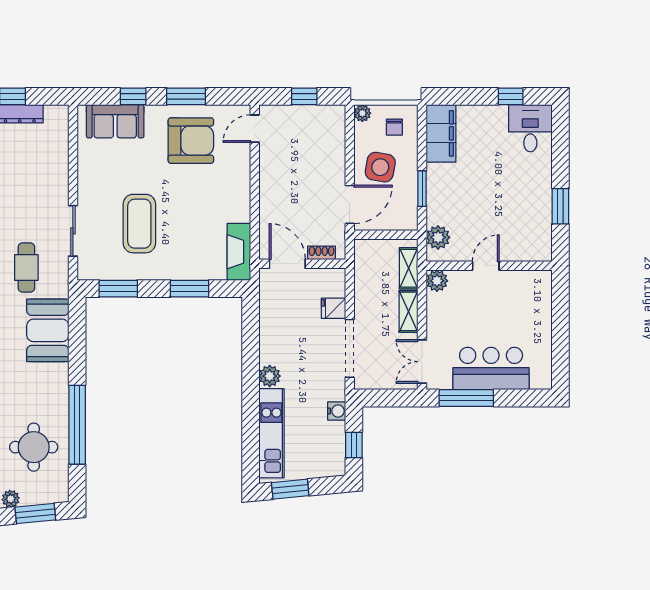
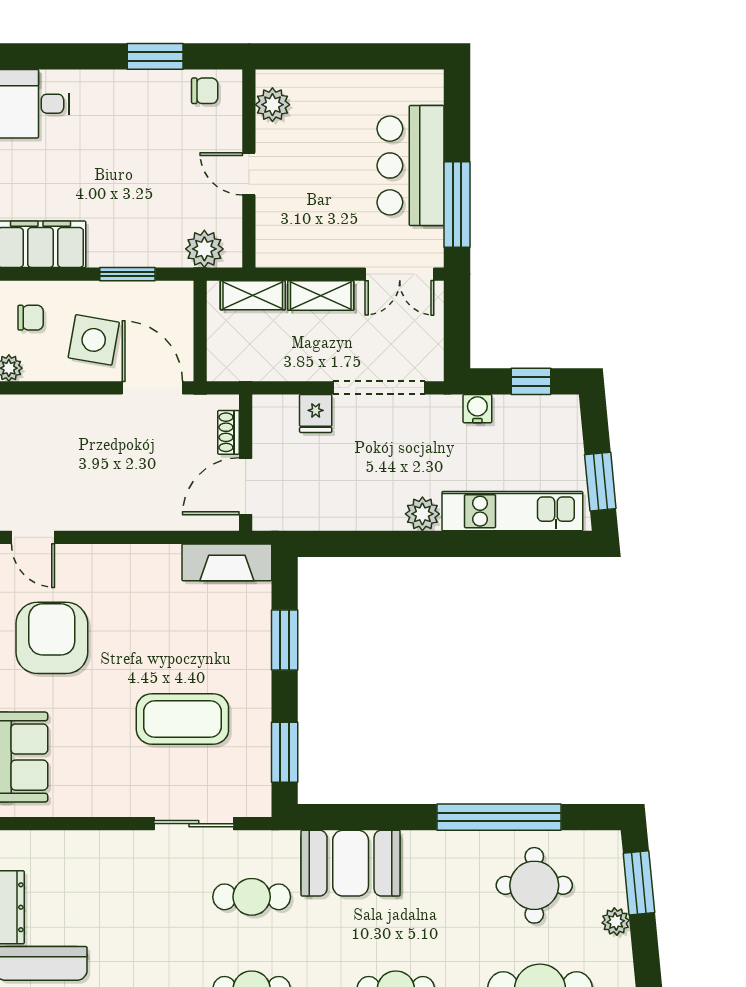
chair: (539, 238) -> (205, 91), added
plant: (437, 281) -> (272, 105), moved

